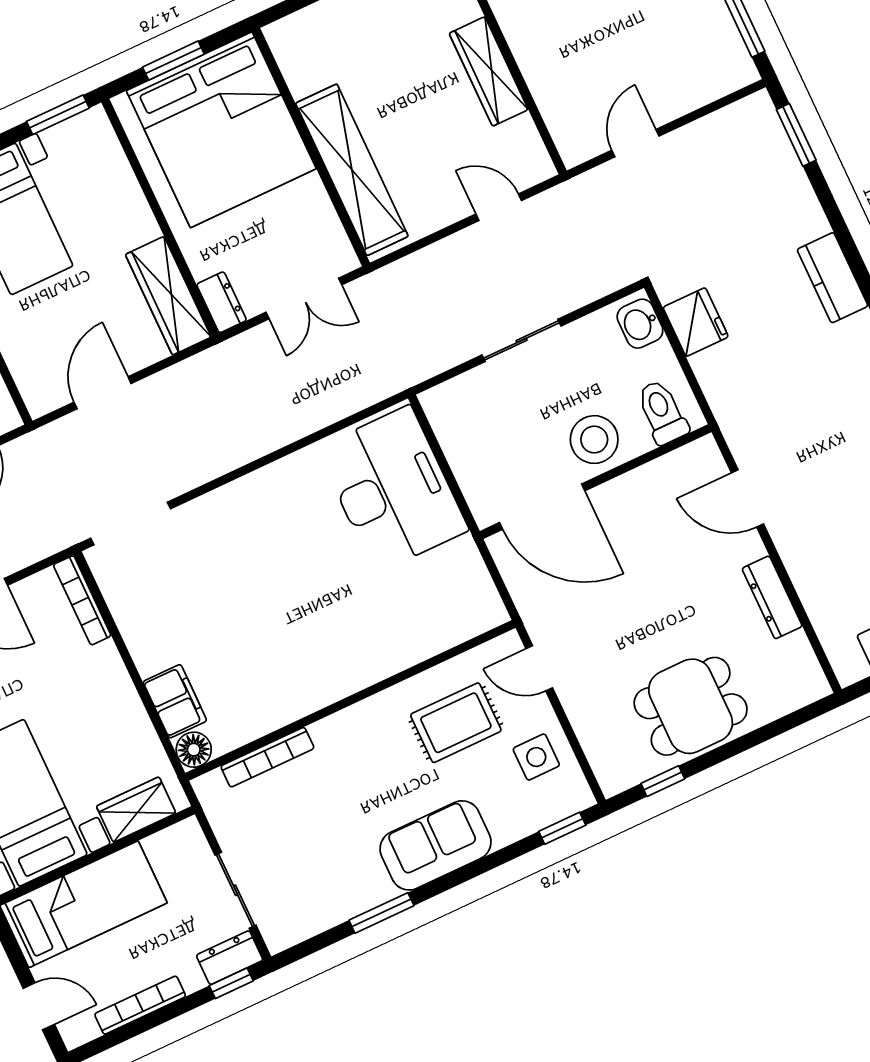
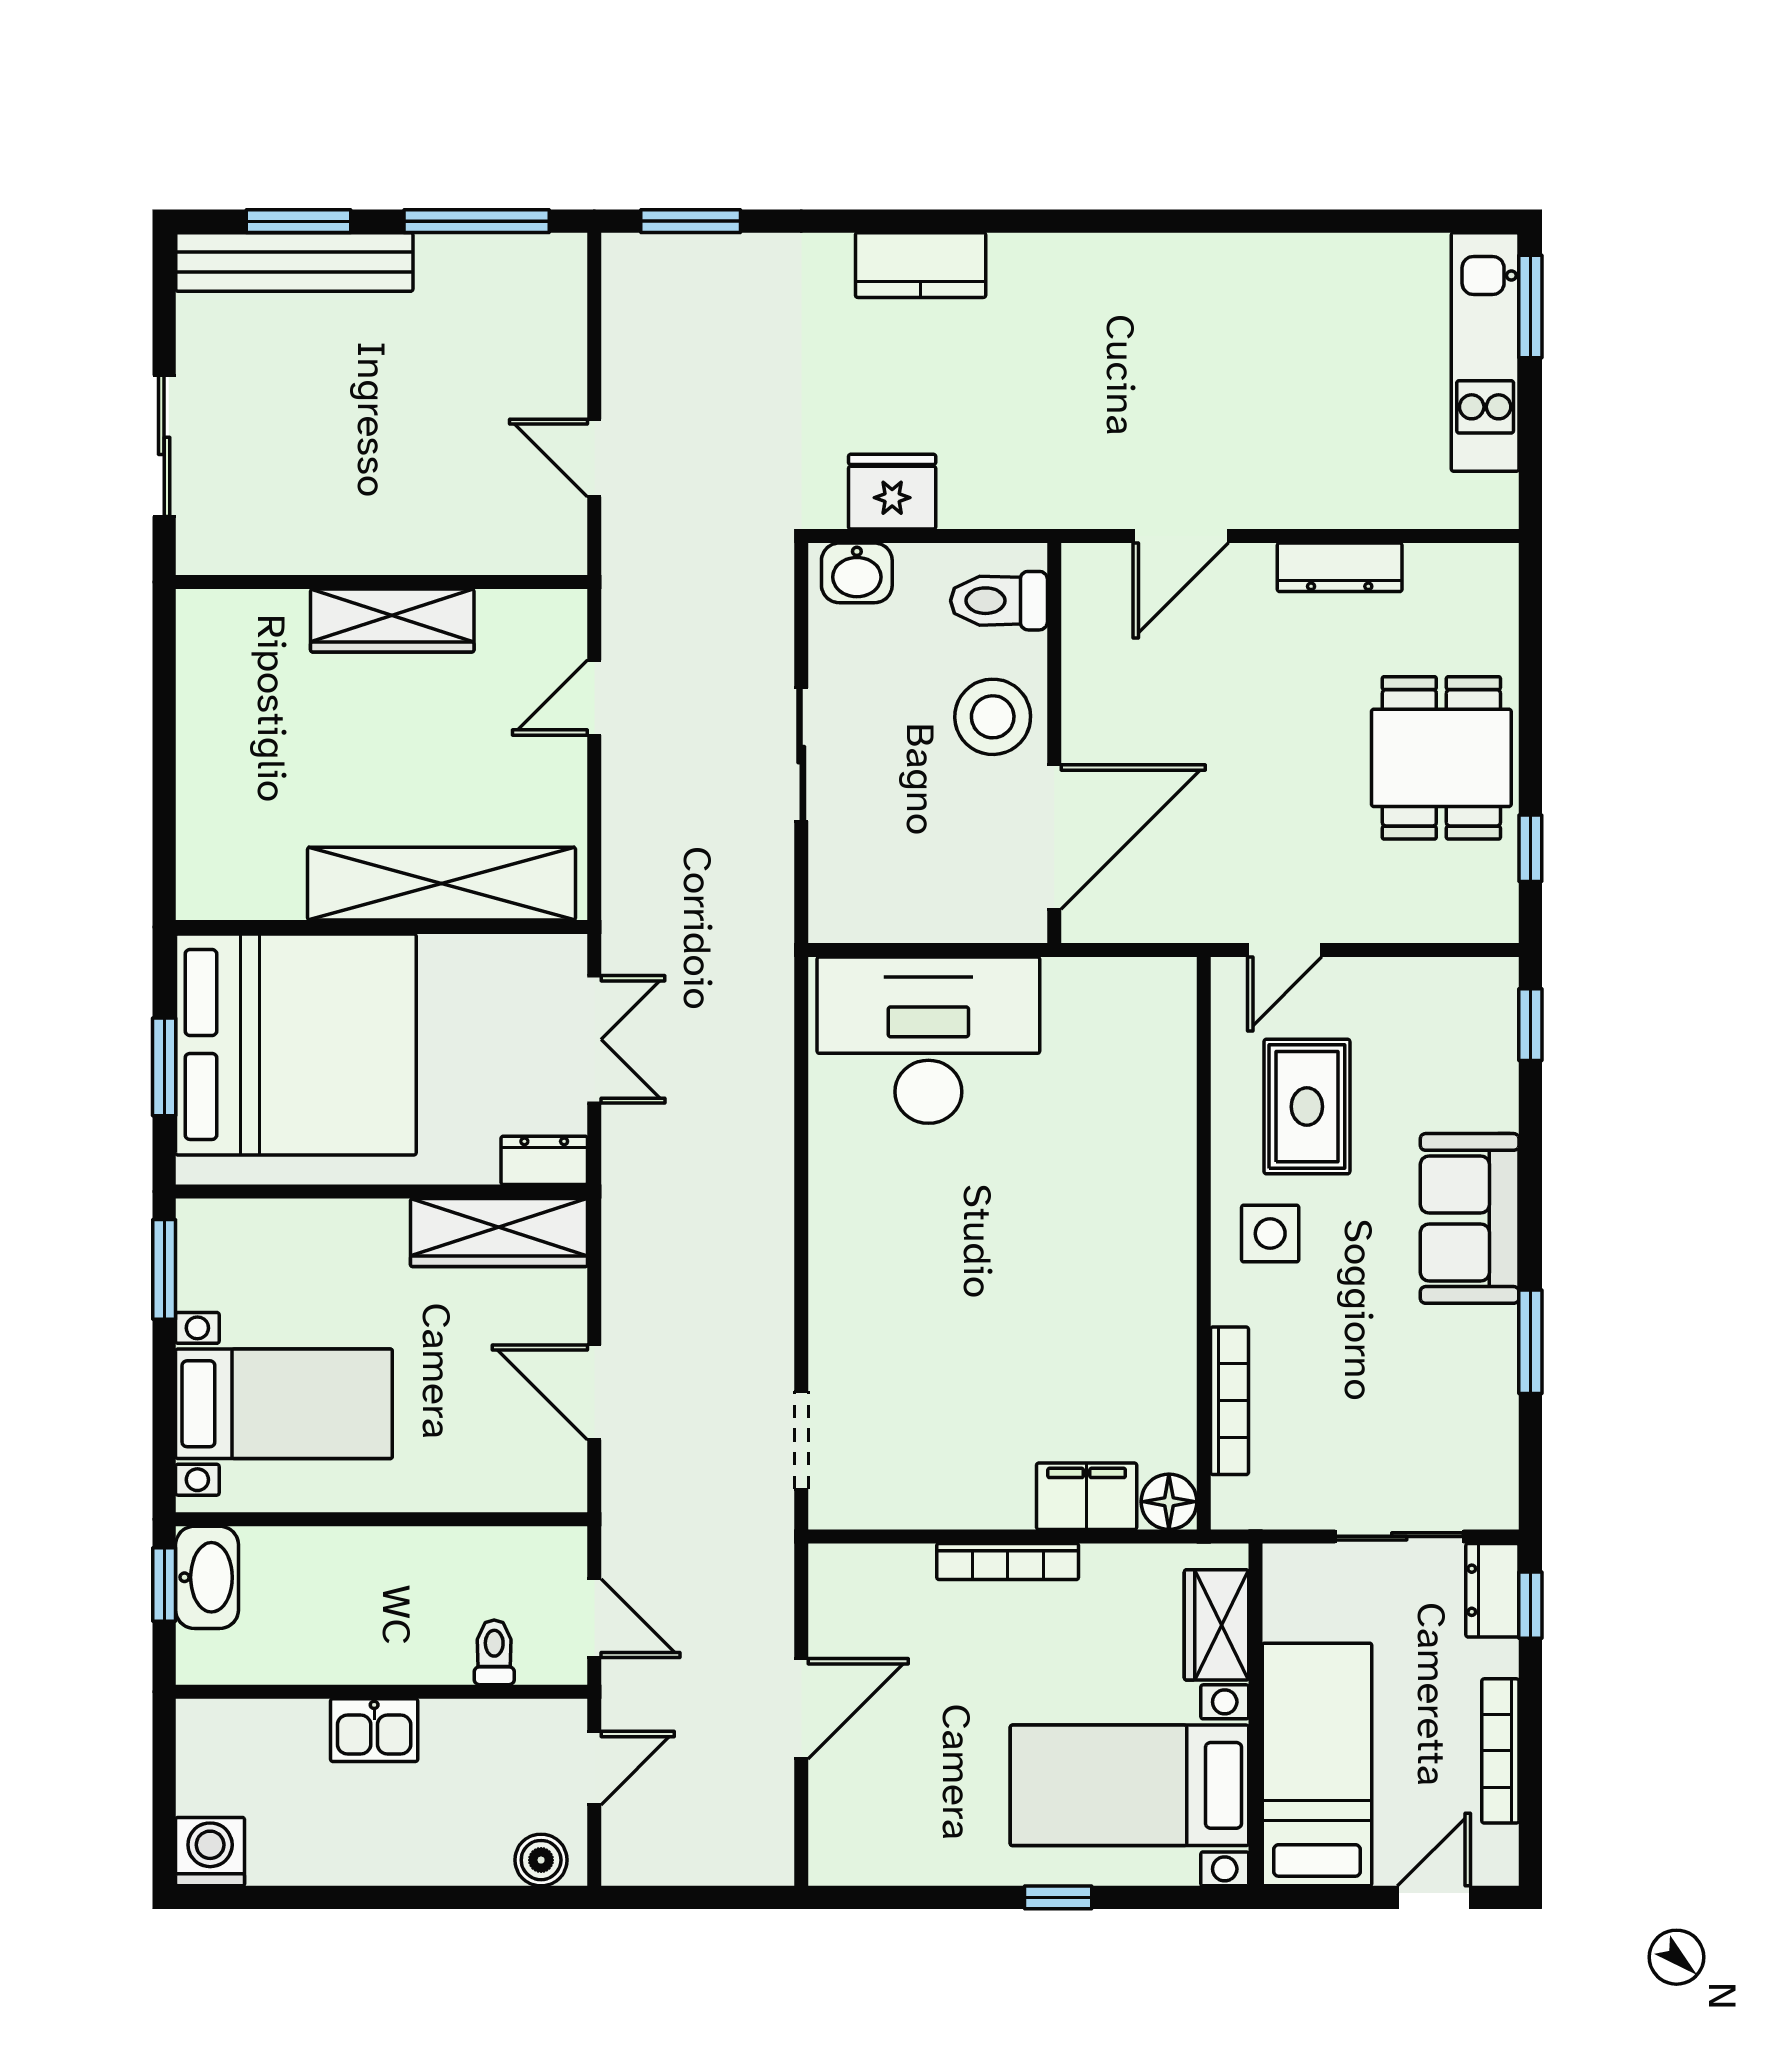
doorway: (131, 524) -> (801, 1440), width x0.73
bookcase: (82, 600) -> (1008, 1561), moved
side table: (536, 757) -> (1270, 1234), moved

